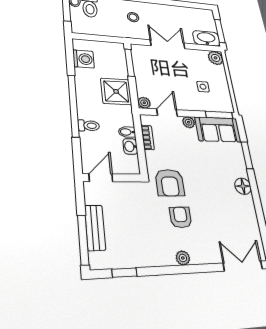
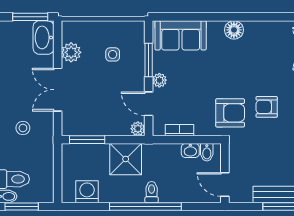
plant: (216, 58) -> (71, 52), moved
window: (219, 115) -> (149, 60), moved
toilet: (89, 126) -> (152, 192), moved
sofa: (218, 130) -> (181, 35), moved, turned 90
bidet: (127, 132) -> (207, 152), moved
window: (247, 155) -> (198, 17), removed

